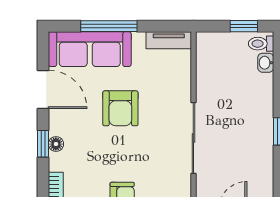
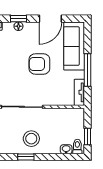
window: (109, 26) -> (88, 70), moved
stool: (248, 122) -> (31, 139), added

